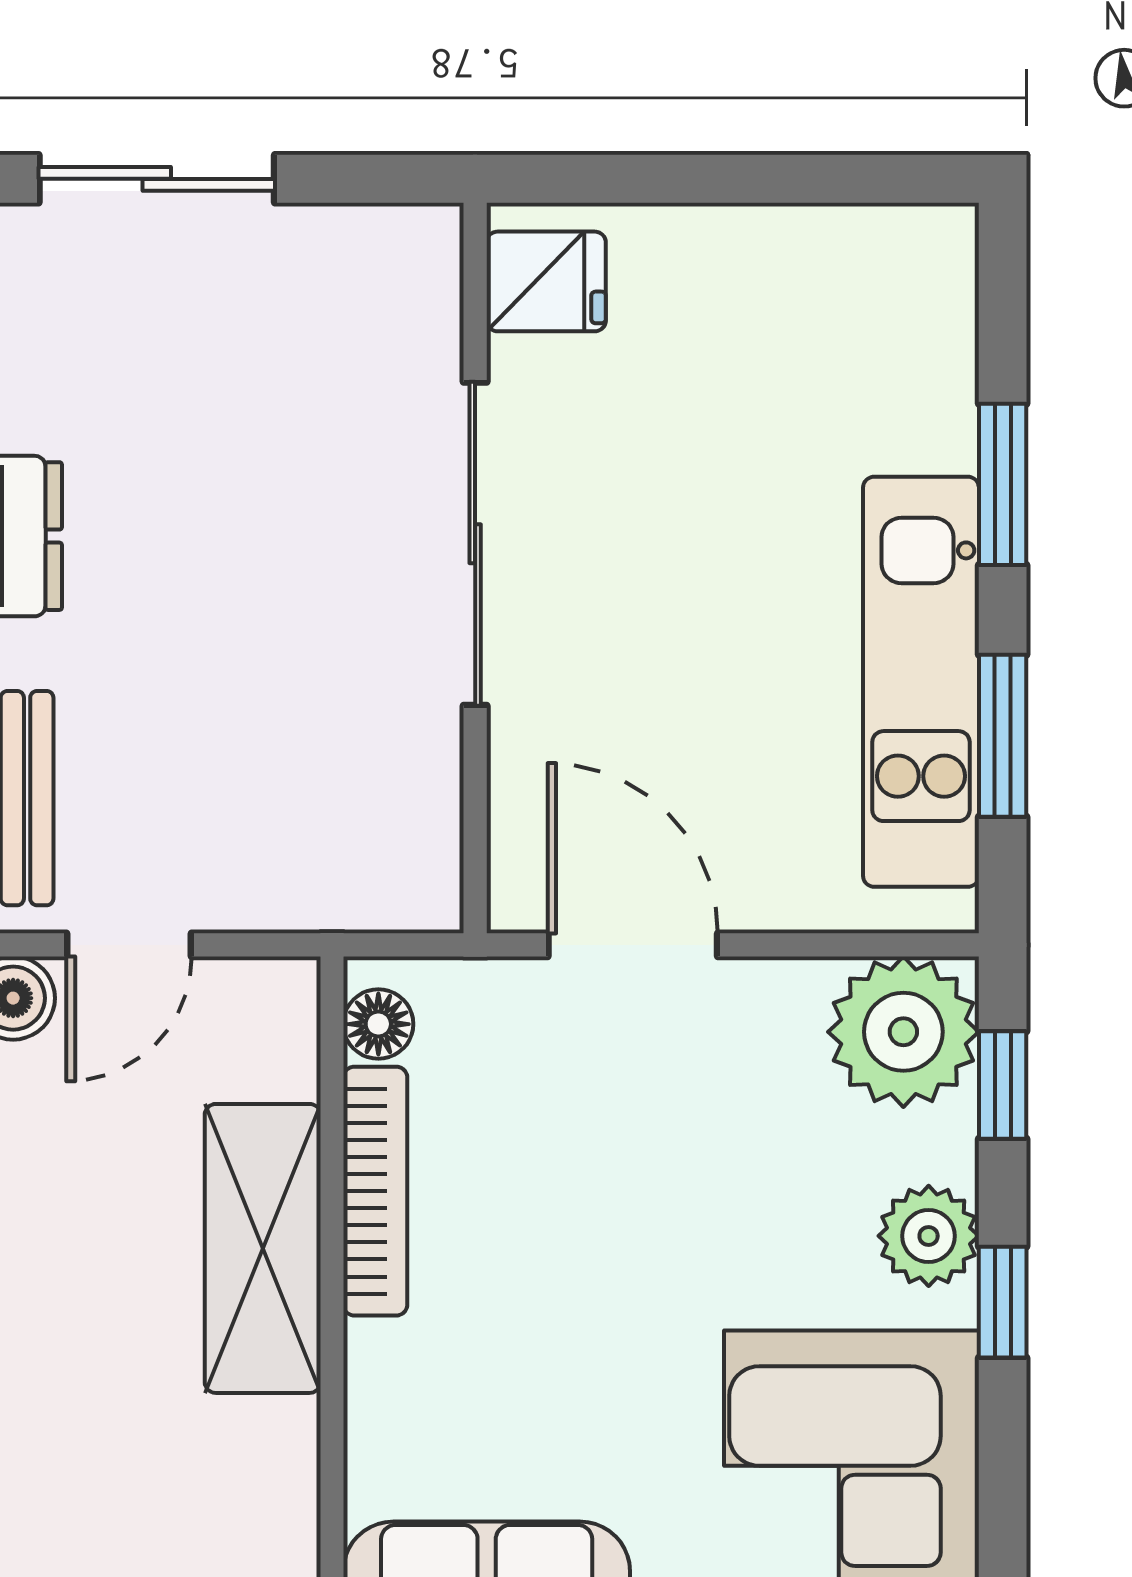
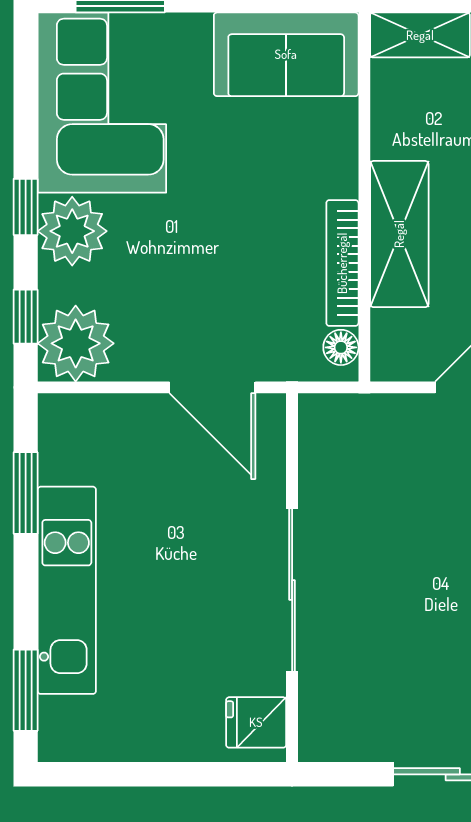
window: (1003, 484) -> (26, 690), moved
kitchen unit: (921, 682) -> (67, 590), moved
plant: (929, 1236) -> (72, 231), width x1.36, depth x1.36

